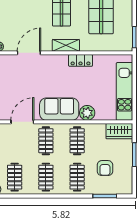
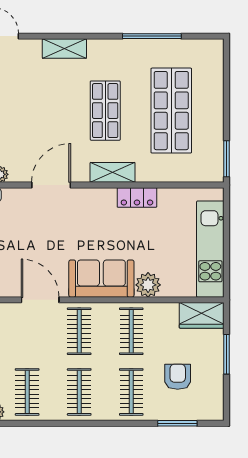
door: (22, 122) -> (40, 300), hinge flipped
armchair: (105, 168) -> (178, 377), turned 180

